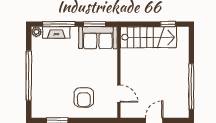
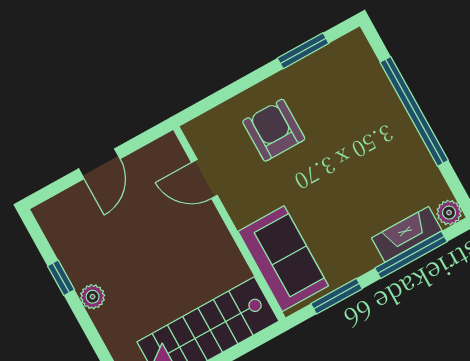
sofa: (98, 38) -> (283, 259), moved, turned 90
plant: (184, 73) -> (93, 297), added
window: (191, 87) -> (61, 278), width x0.32

